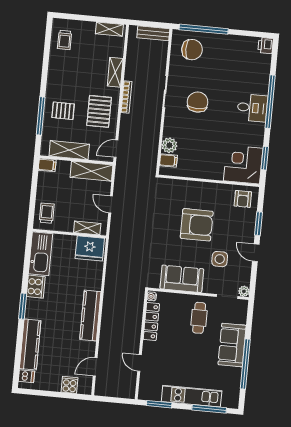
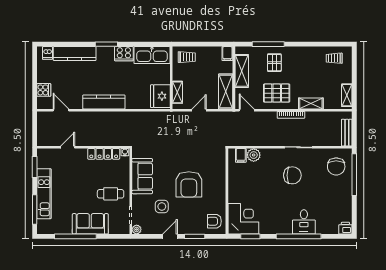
desk: (252, 108) -> (304, 222), moved

